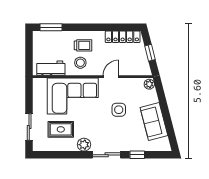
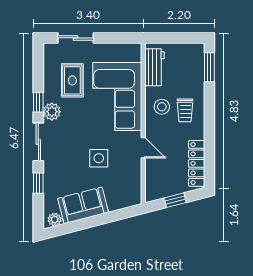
plant: (149, 84) -> (55, 220), moved
window: (77, 155) -> (38, 102), added

